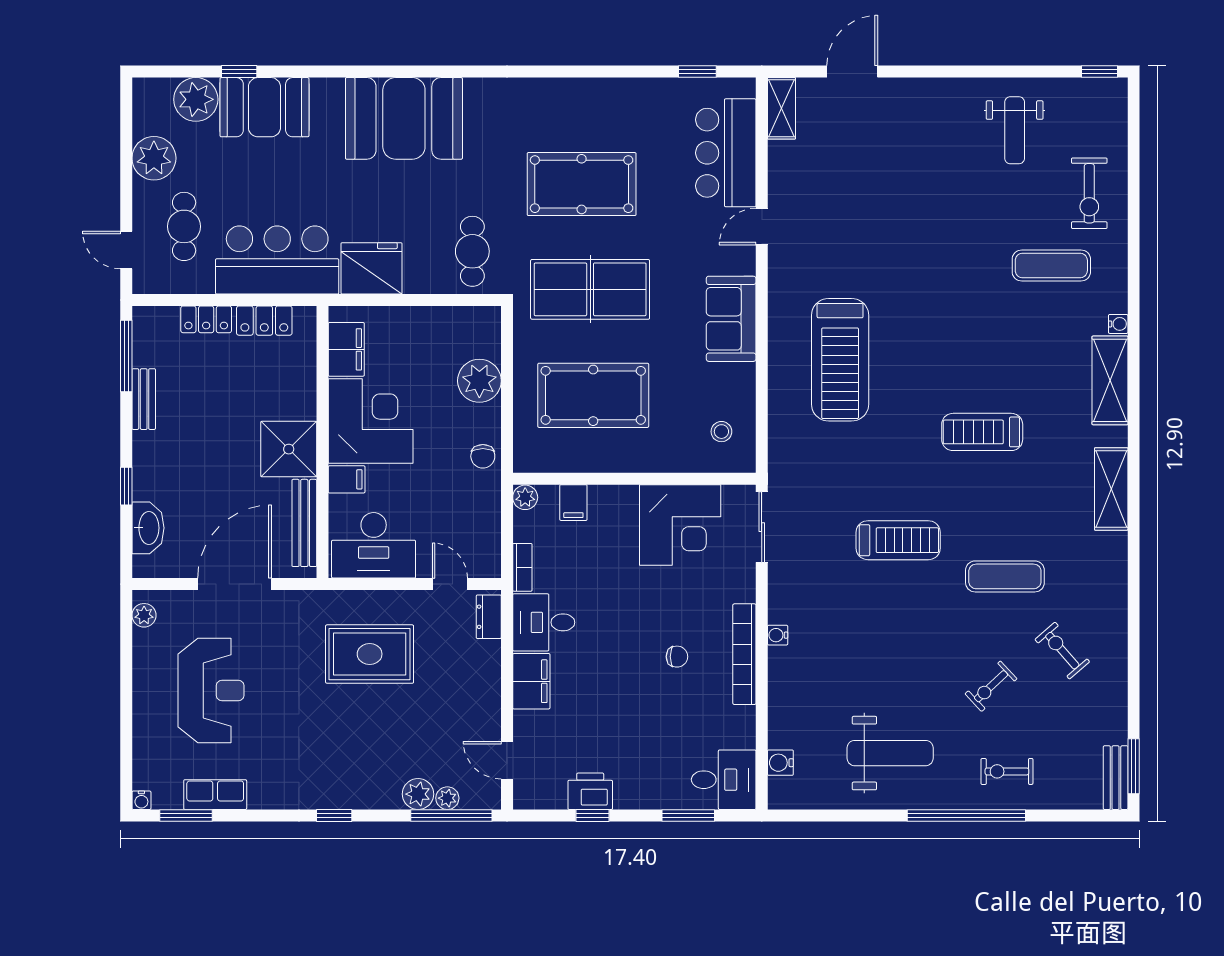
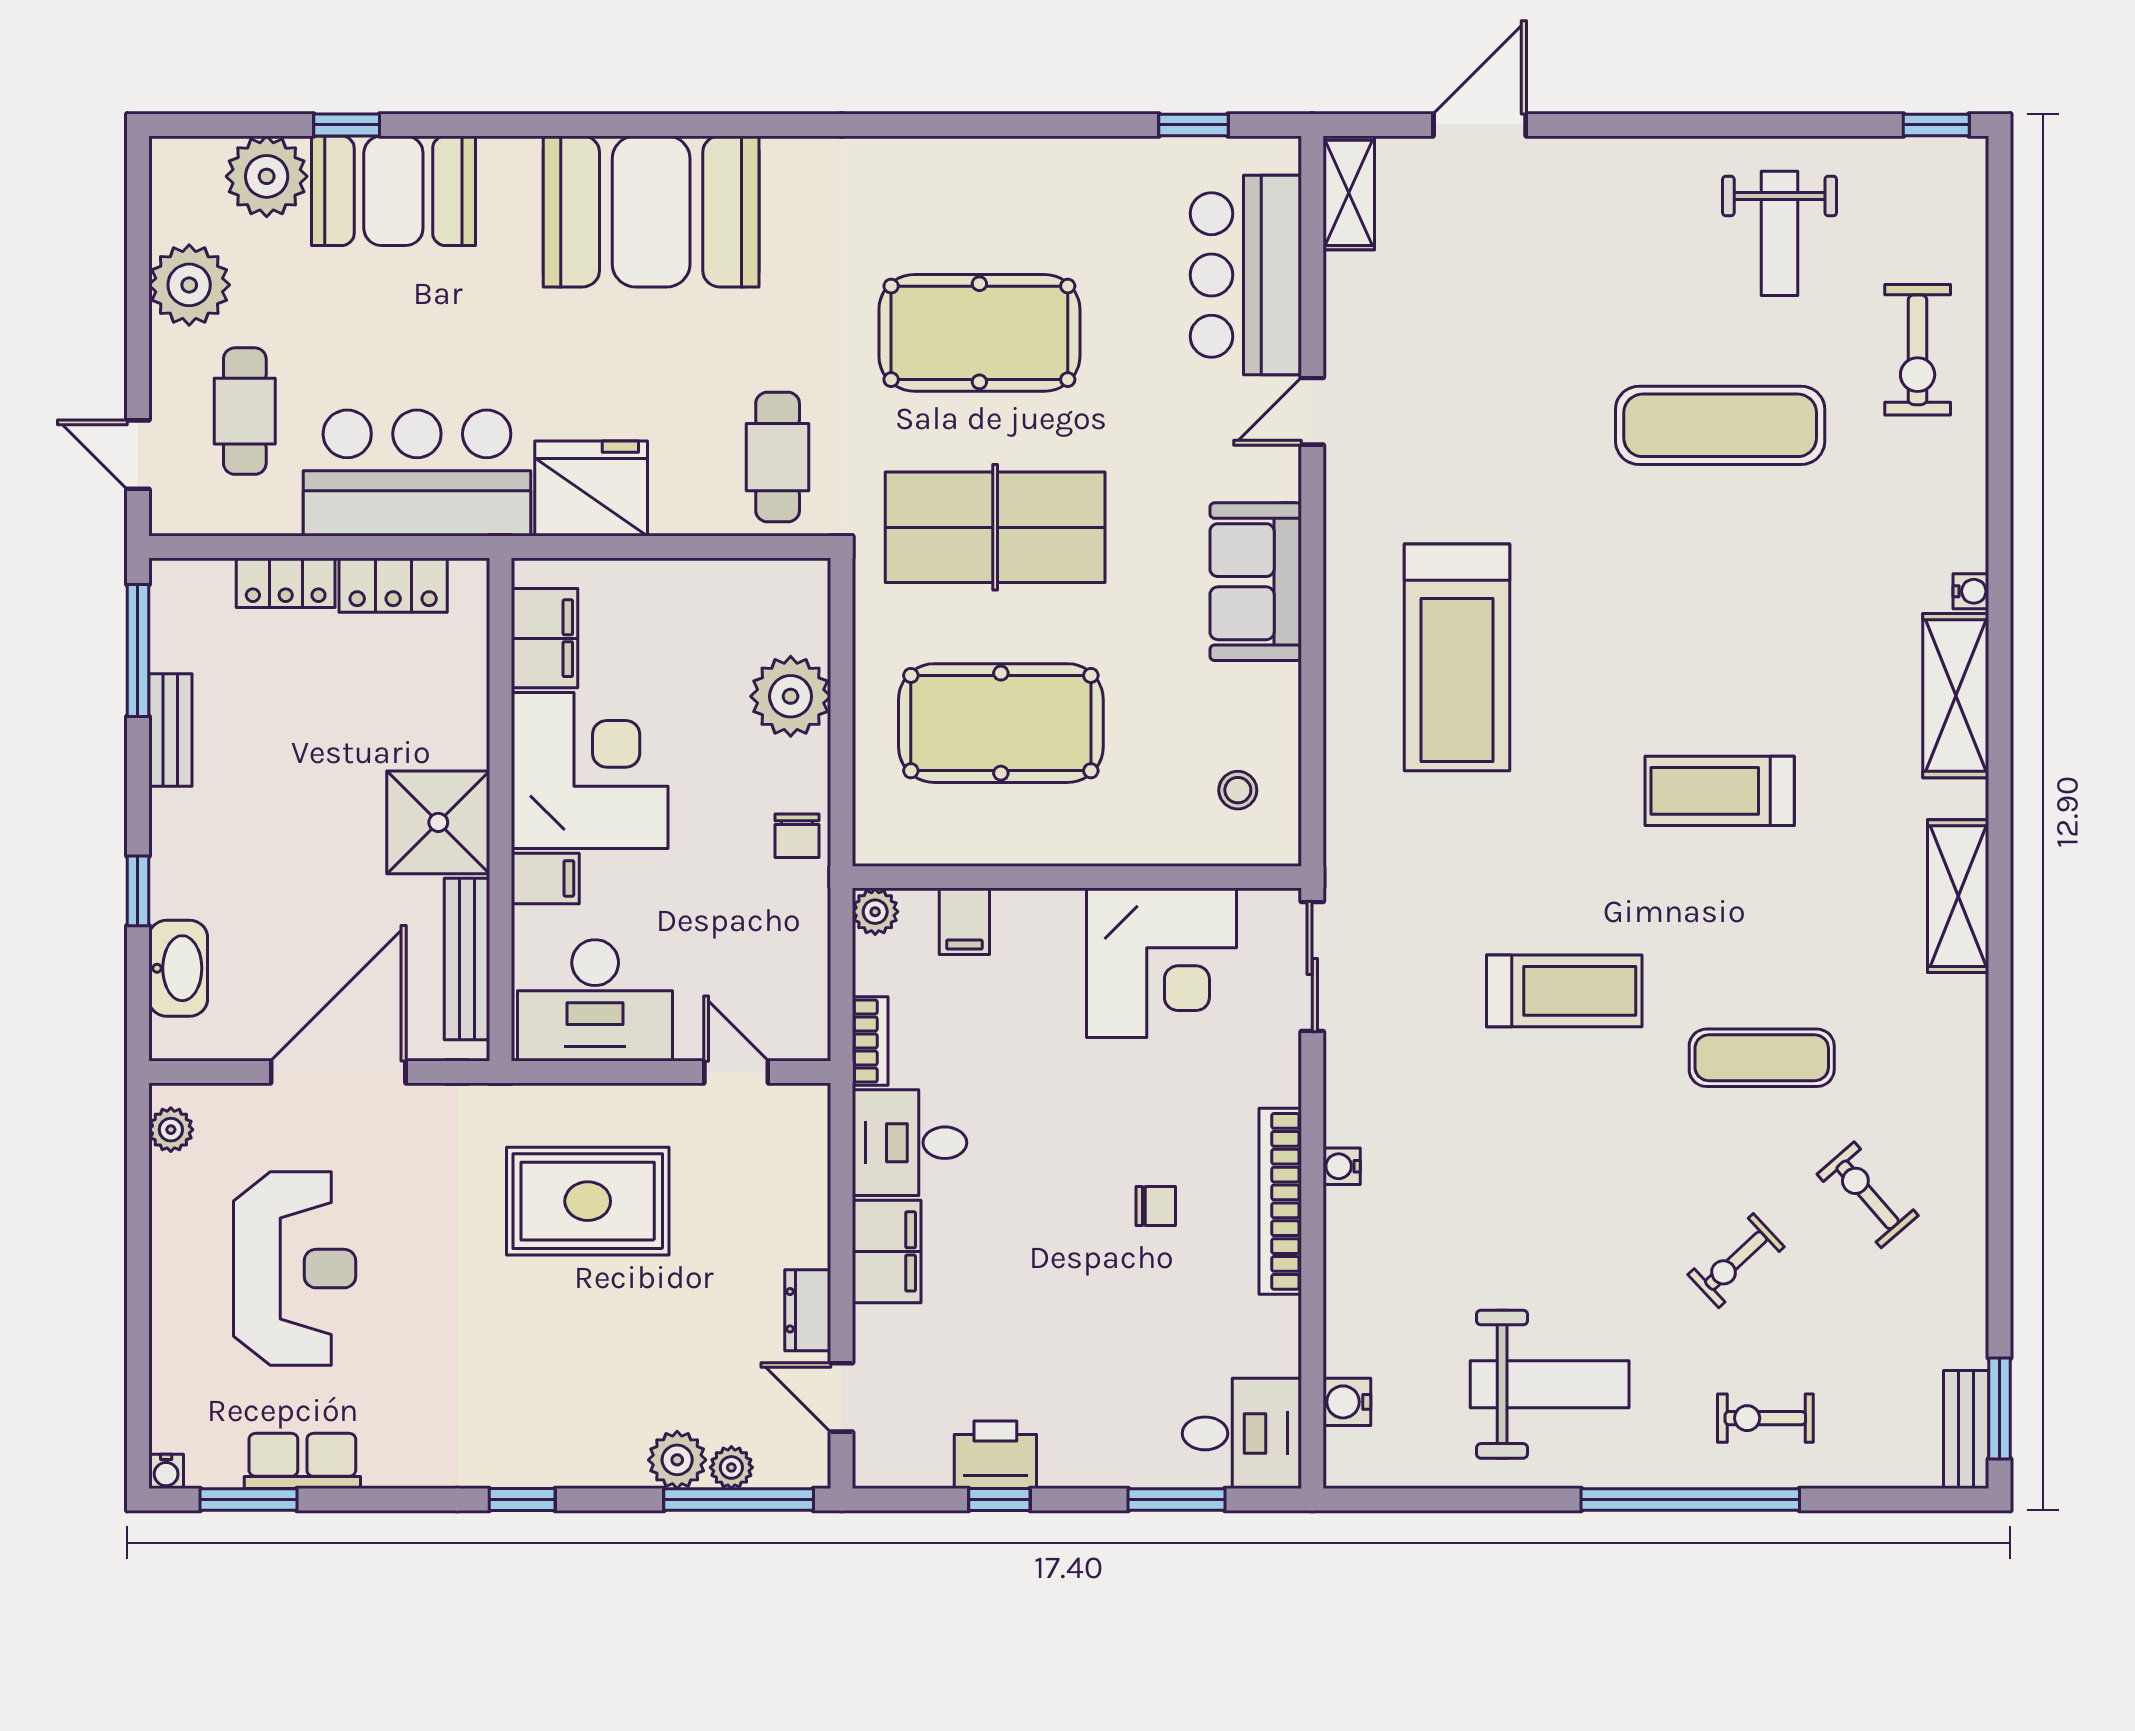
exercise mat: (1051, 266) -> (1720, 425), moved, width x1.36, depth x1.45
dresser: (489, 617) -> (808, 1310), moved

